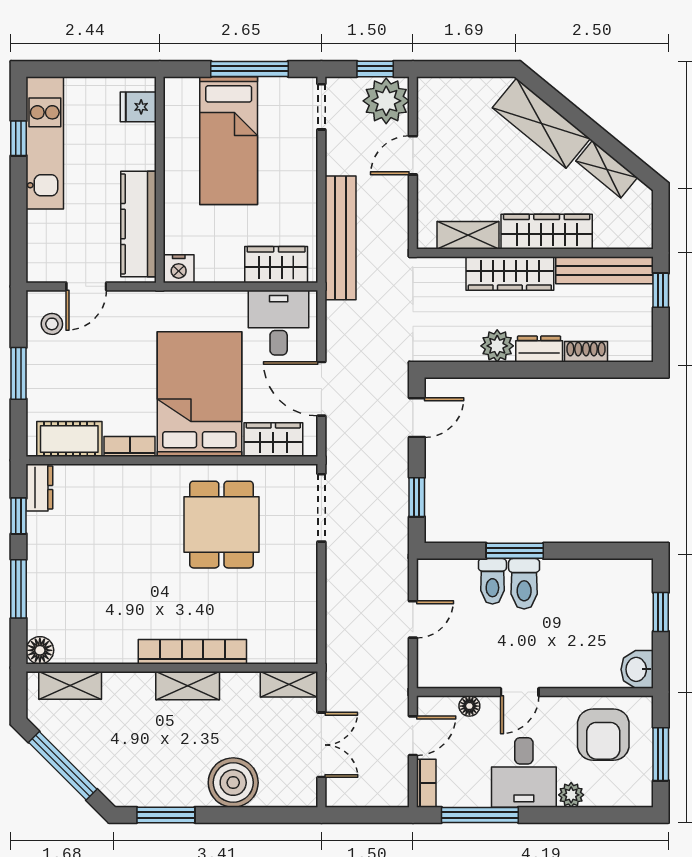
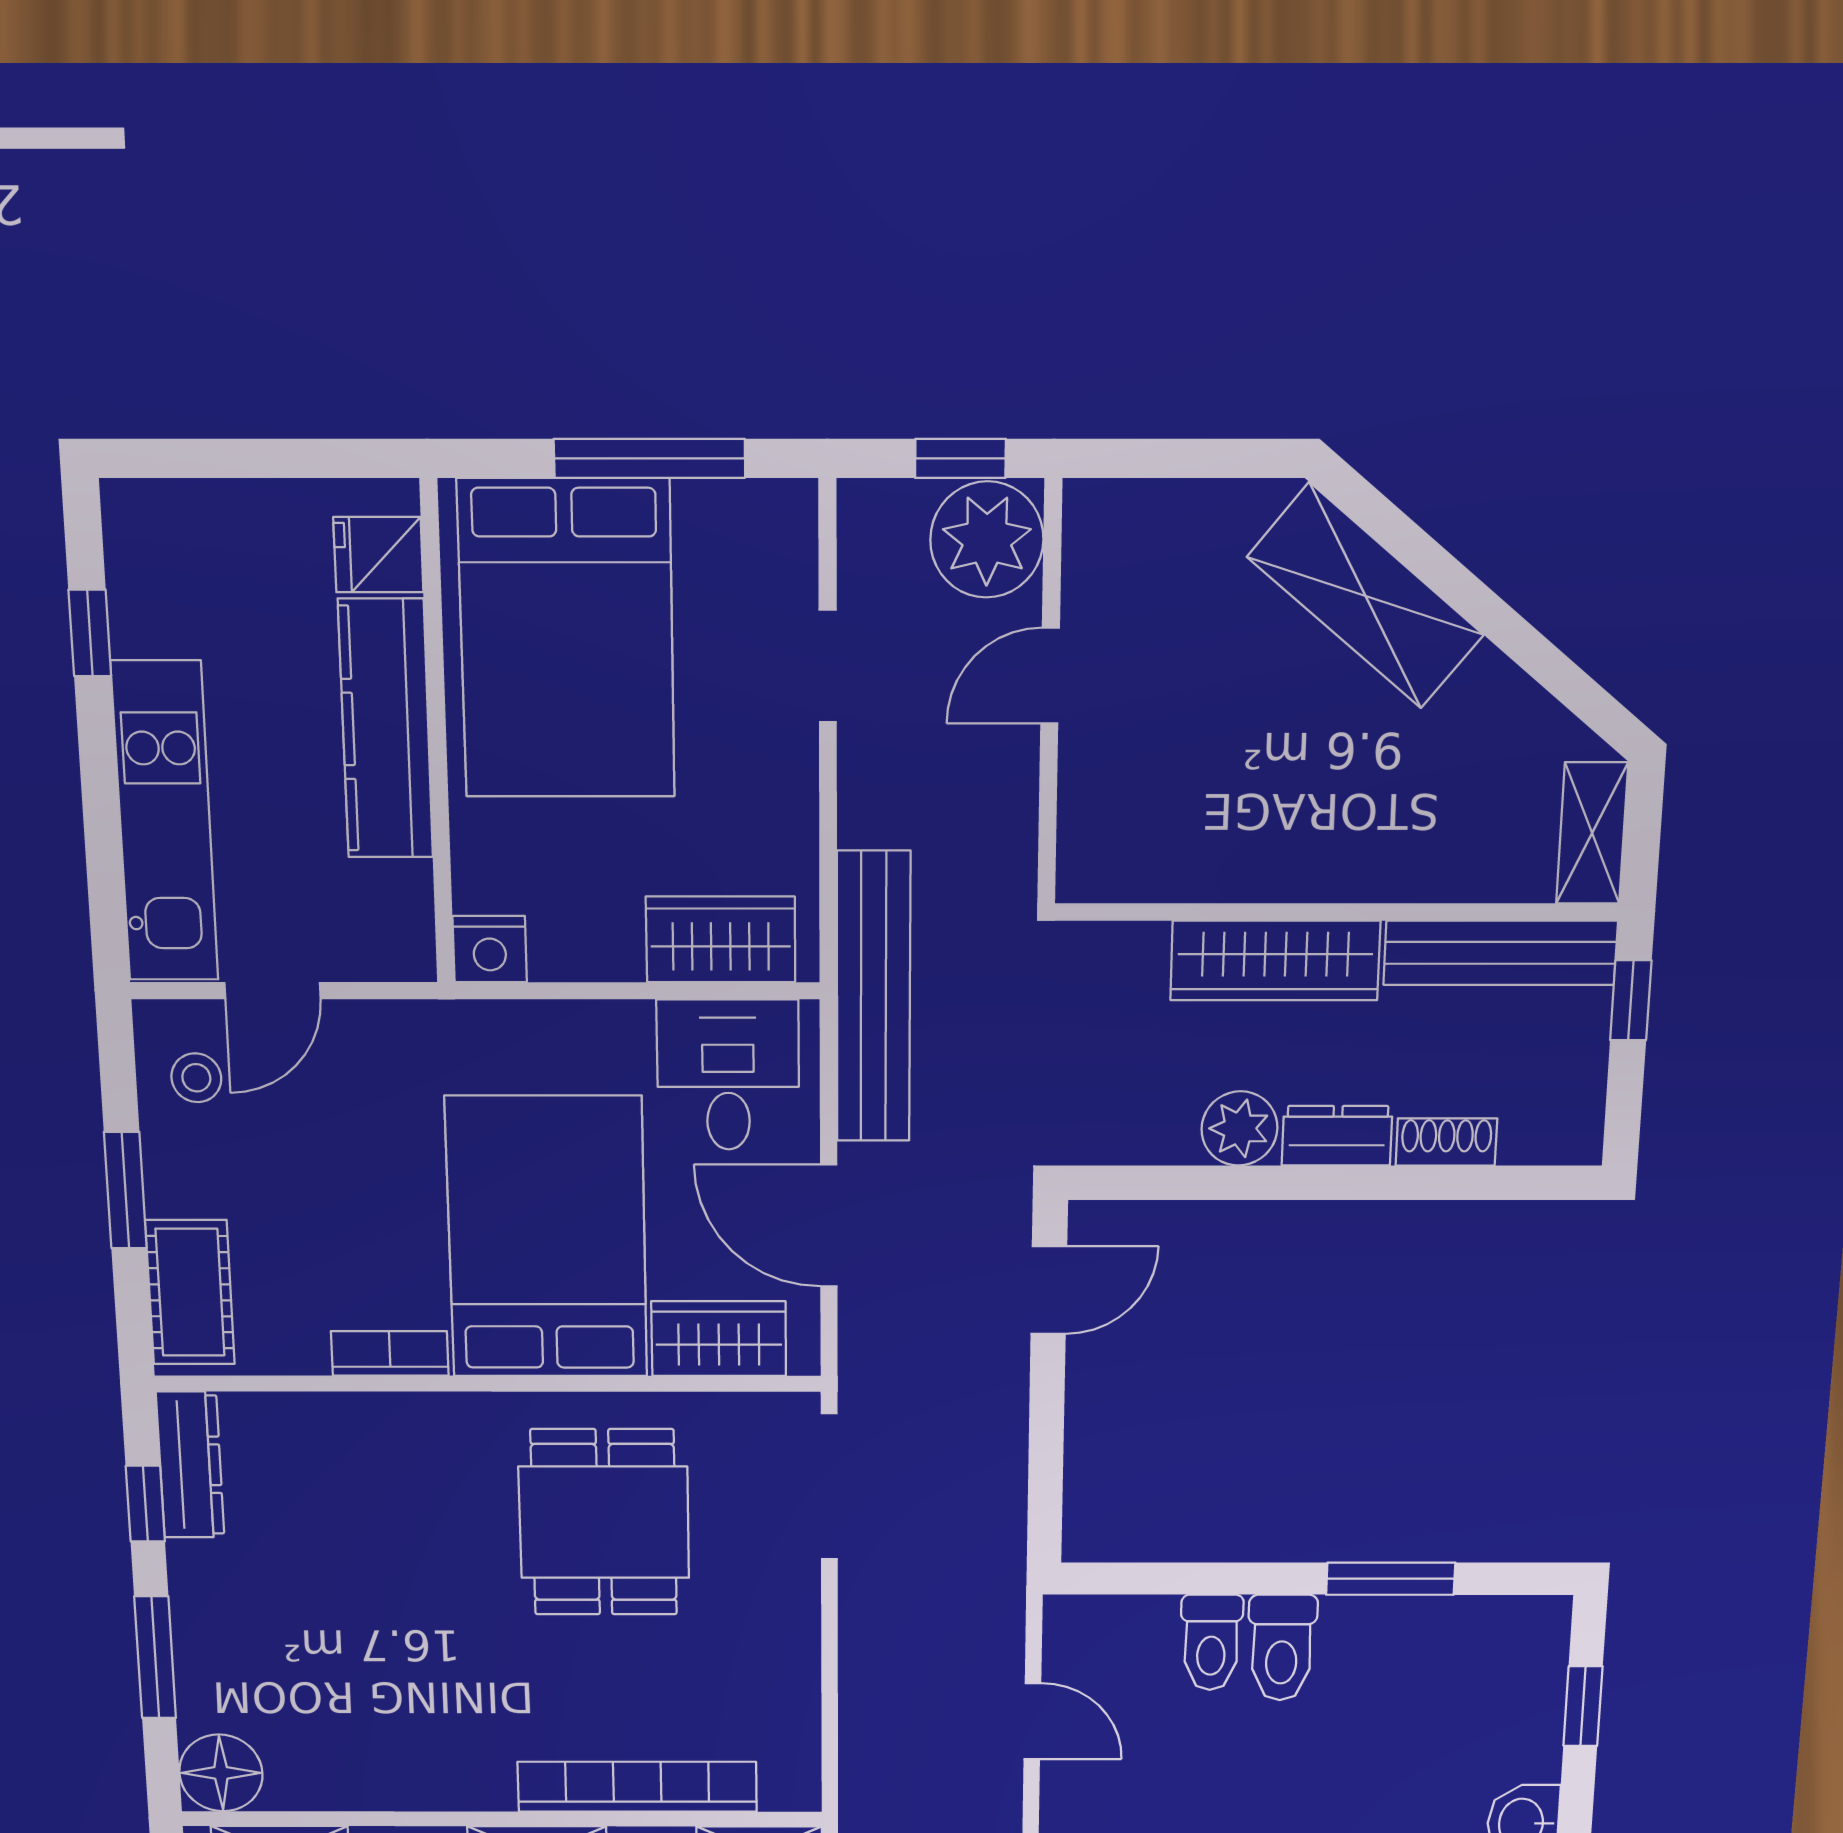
doorway: (321, 107) -> (828, 666), moved
bed: (229, 141) -> (567, 639), width x1.50
kitchen unit: (45, 143) -> (165, 822), moved
shelving: (607, 169) -> (1592, 833), moved, turned 51
kitchen counter: (138, 224) -> (386, 729), moved
wardrobe: (547, 232) -> (1367, 861), removed
shelving: (468, 235) -> (1178, 870), removed
bench: (340, 238) -> (873, 997), moved
cot: (69, 439) -> (190, 1292), moved, turned 90
dresser: (39, 487) -> (190, 1465), width x1.44
window: (417, 497) -> (1046, 1464), removed
window: (515, 551) -> (1391, 1579), moved
door: (413, 619) -> (1032, 1721), hinge flipped
floor lamp: (40, 650) -> (221, 1773), width x1.38, depth x1.38
bookcase: (192, 652) -> (637, 1787), moved

